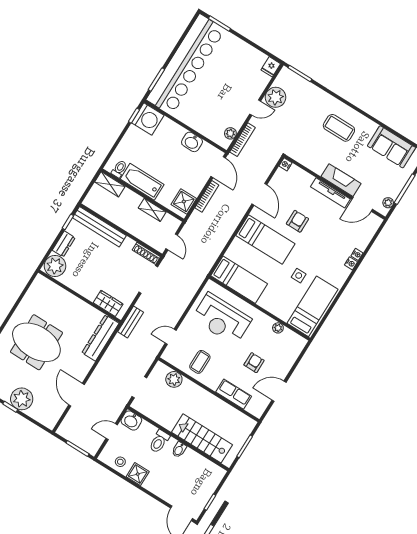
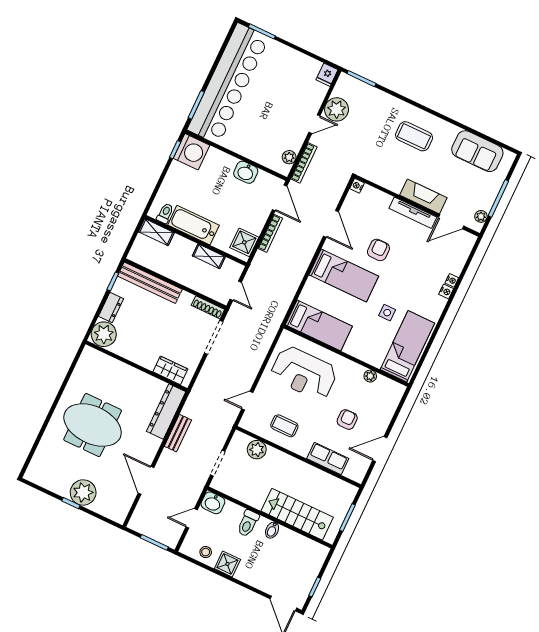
bench: (131, 322) -> (178, 433), moved
coffee table: (200, 362) -> (284, 426), turned 90

